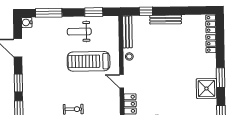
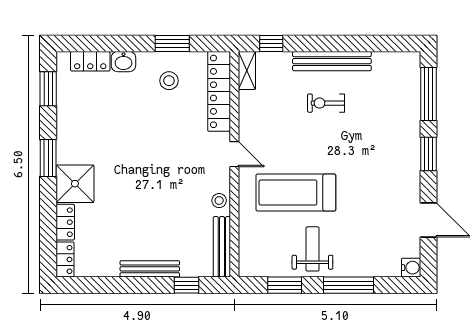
window: (49, 13) -> (348, 285), moved
weight bench: (79, 32) -> (312, 249), turned -90
treadmill: (89, 61) -> (296, 193), turned 180
shower: (206, 89) -> (75, 184), moved

